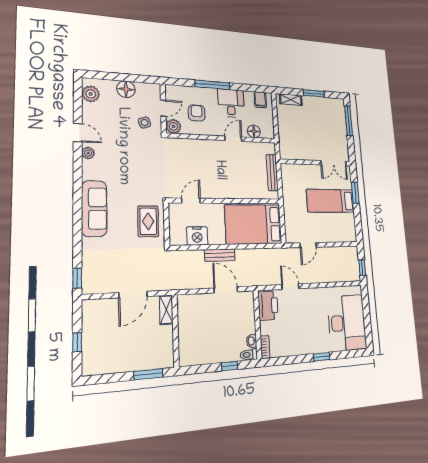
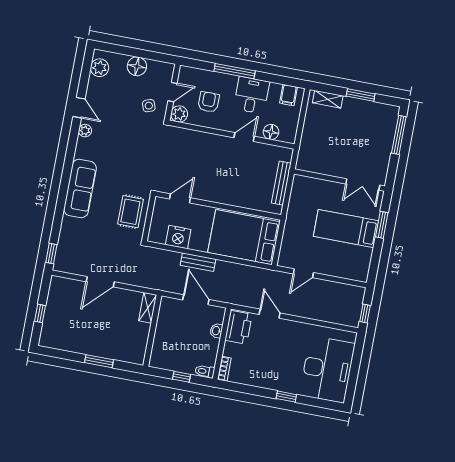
shelving: (166, 310) -> (148, 308), moved
wall: (175, 331) -> (152, 331), moved
washbasin: (252, 341) -> (216, 331), moved

